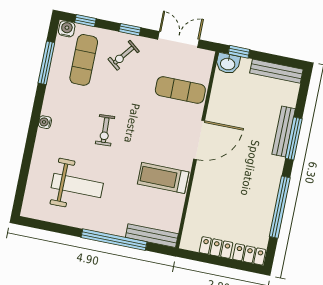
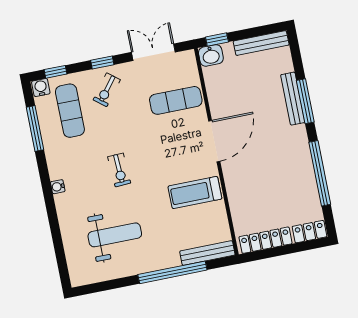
locker: (216, 248) -> (266, 240), width x1.53

